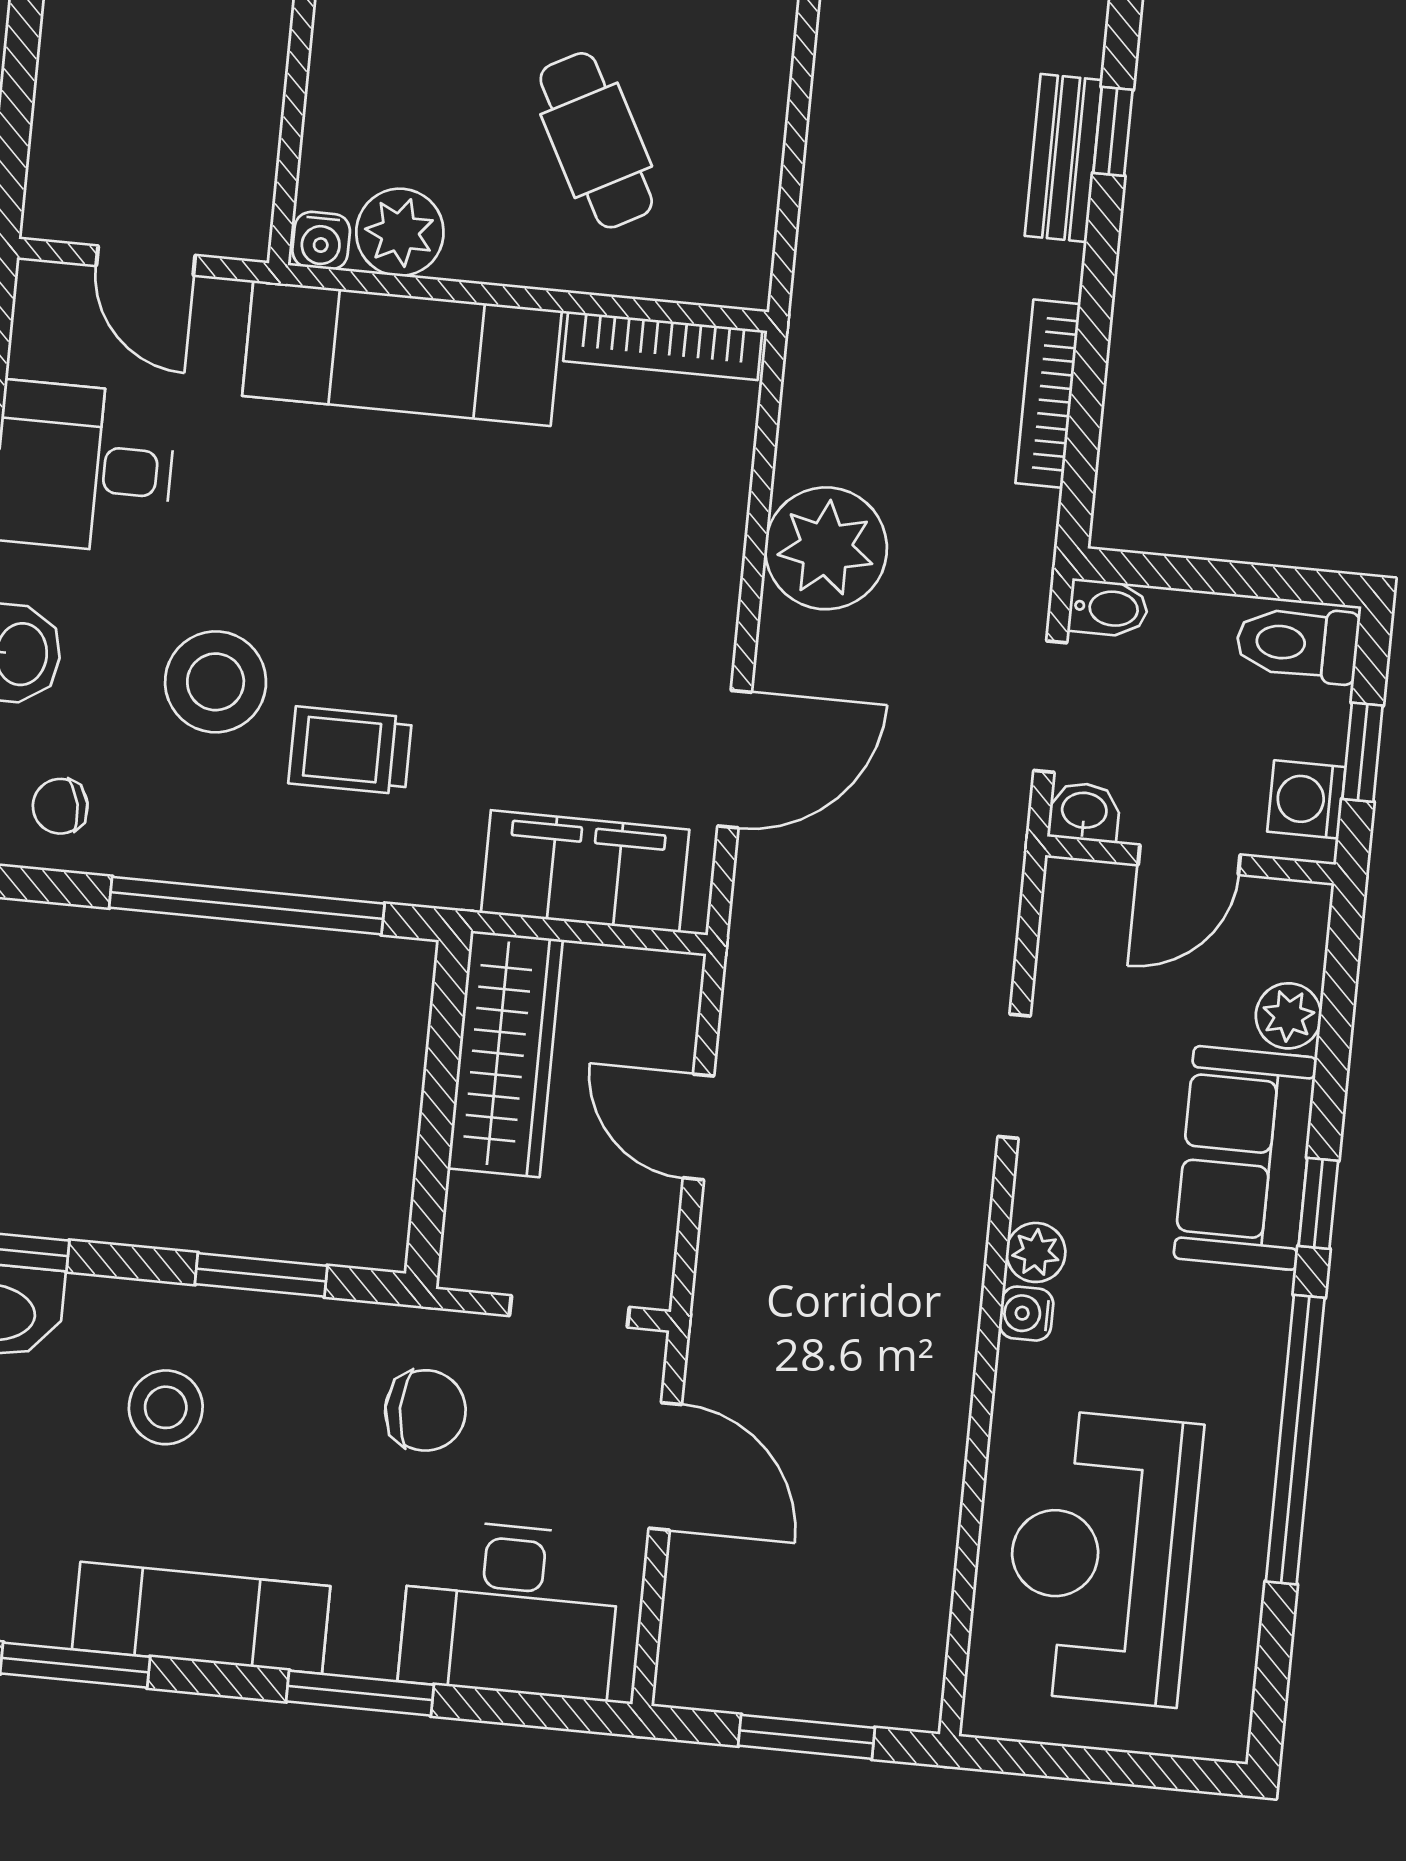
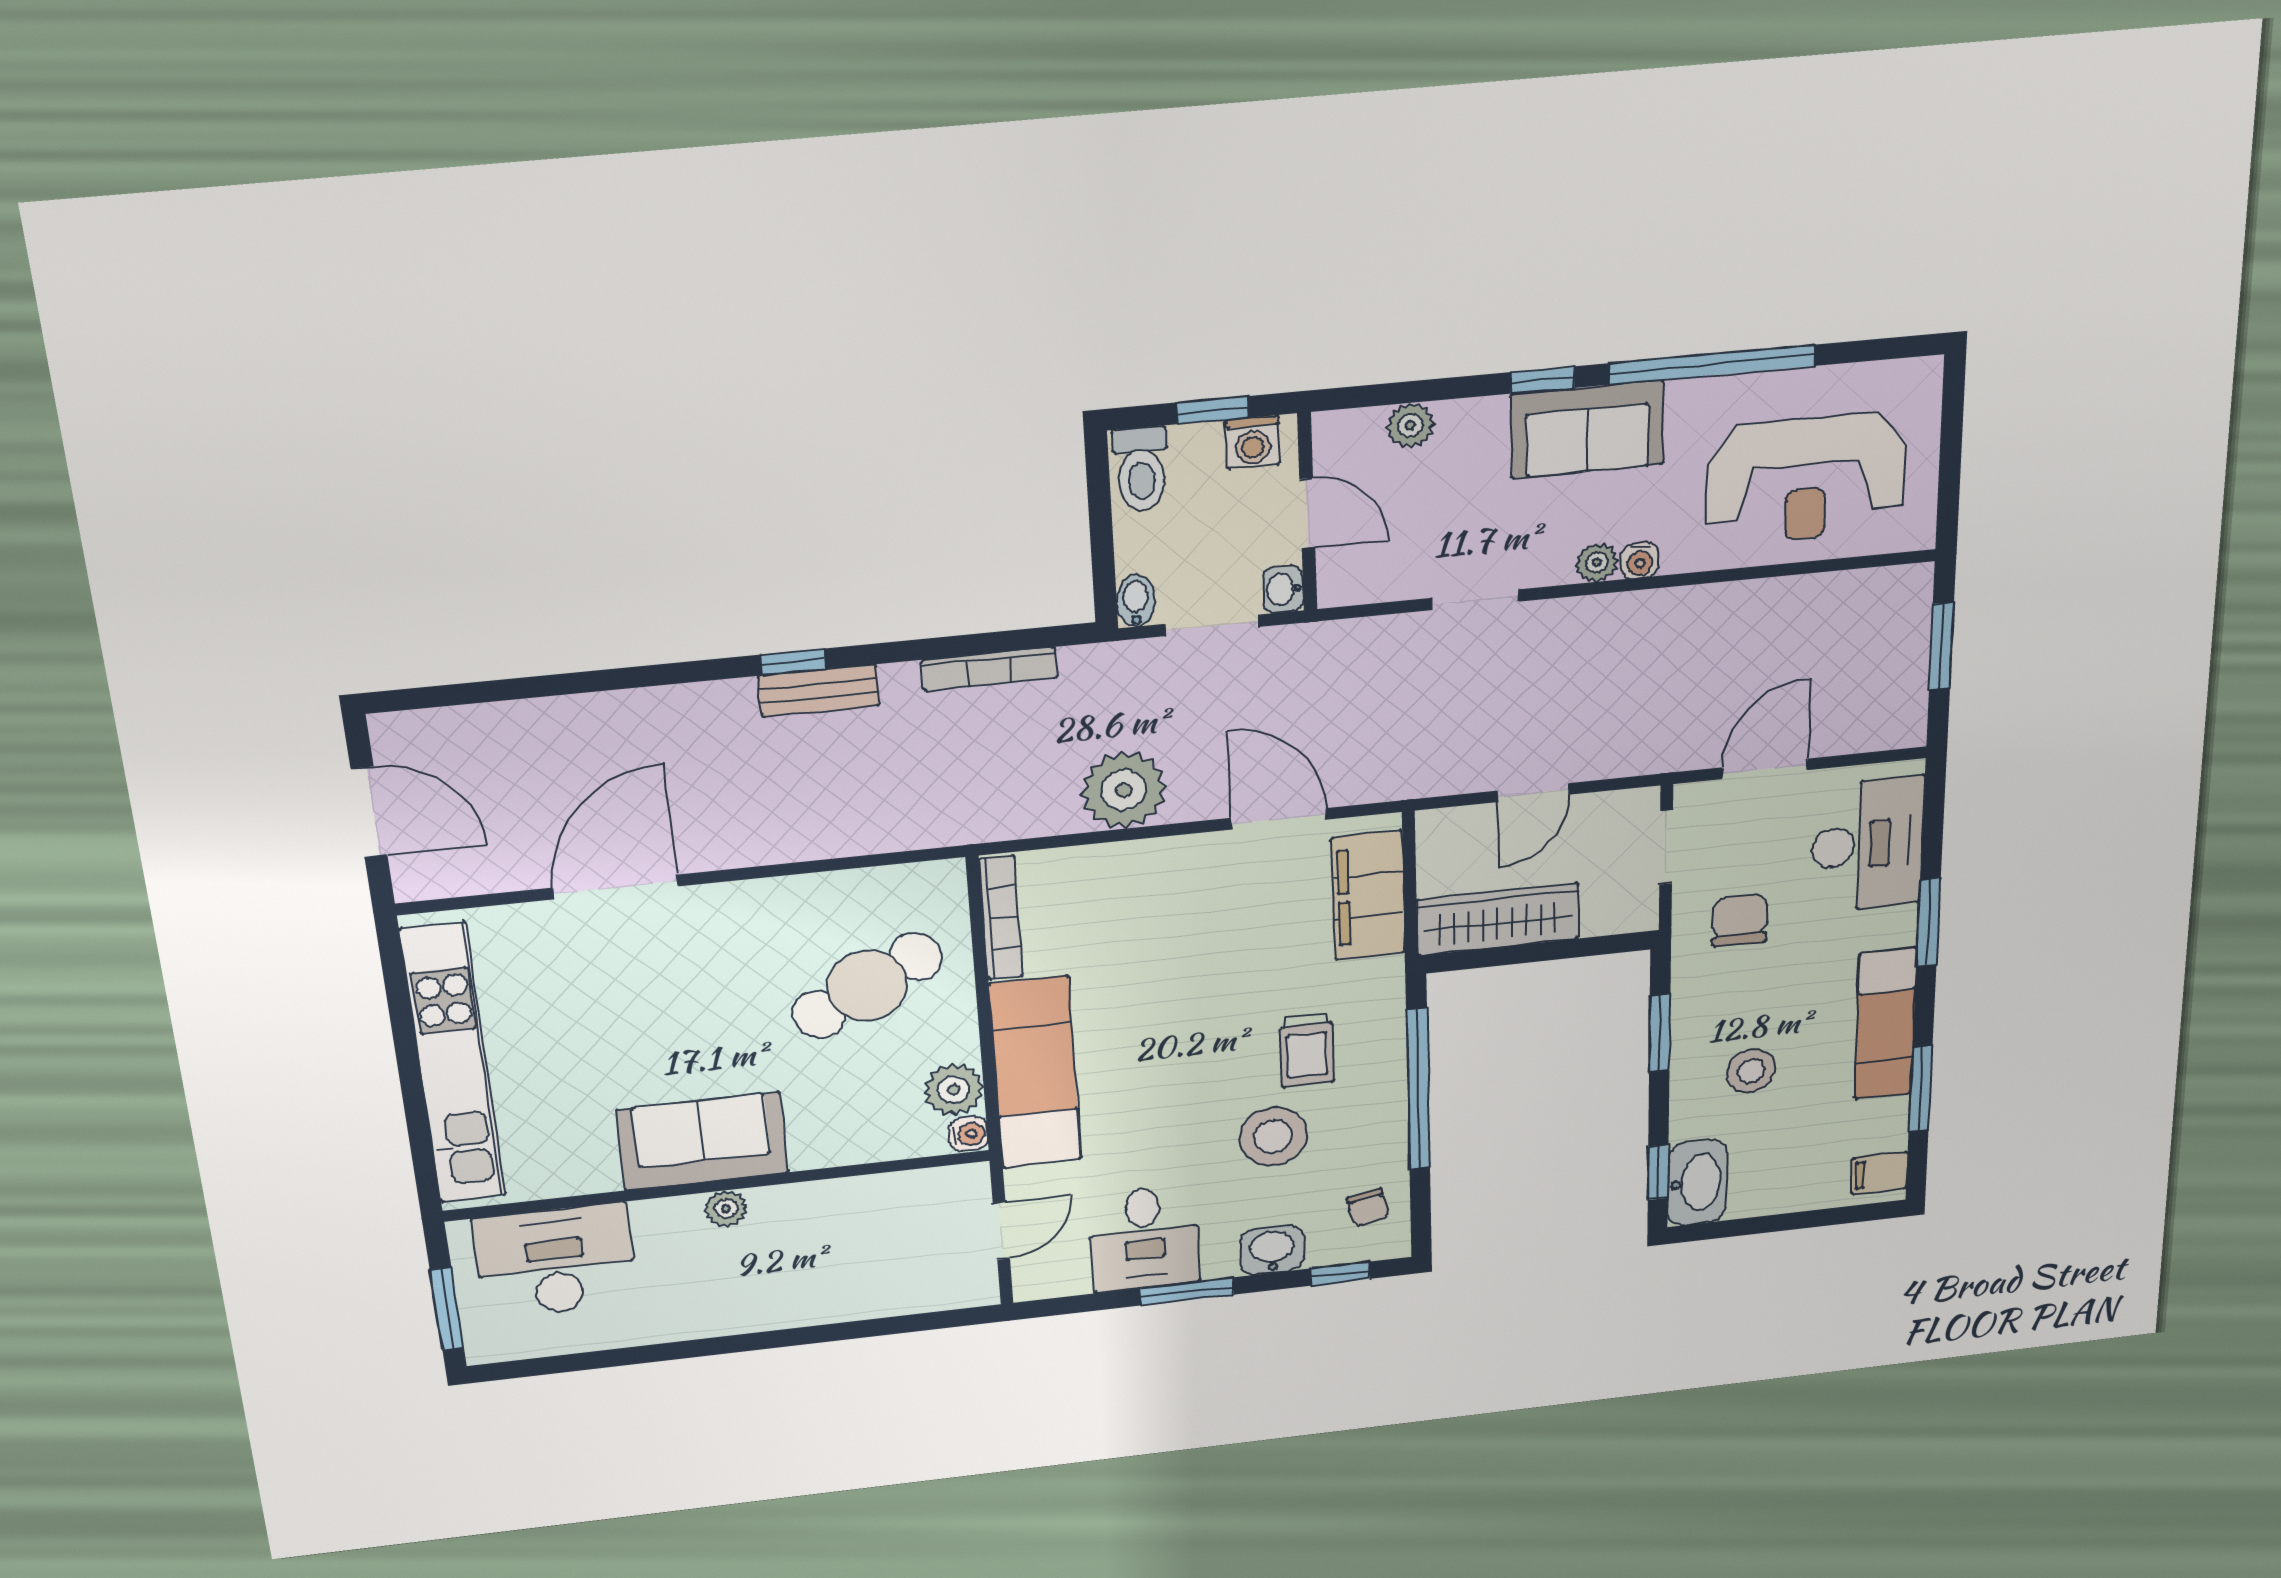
cafe table: (596, 140) -> (867, 986), width x1.37, depth x1.35
sofa: (1245, 1158) -> (1587, 429), moved

